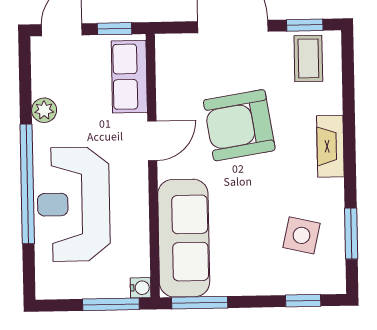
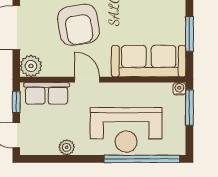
plant: (172, 51) -> (31, 66), added
window: (27, 184) -> (142, 159), moved
window: (200, 303) -> (189, 34), moved

